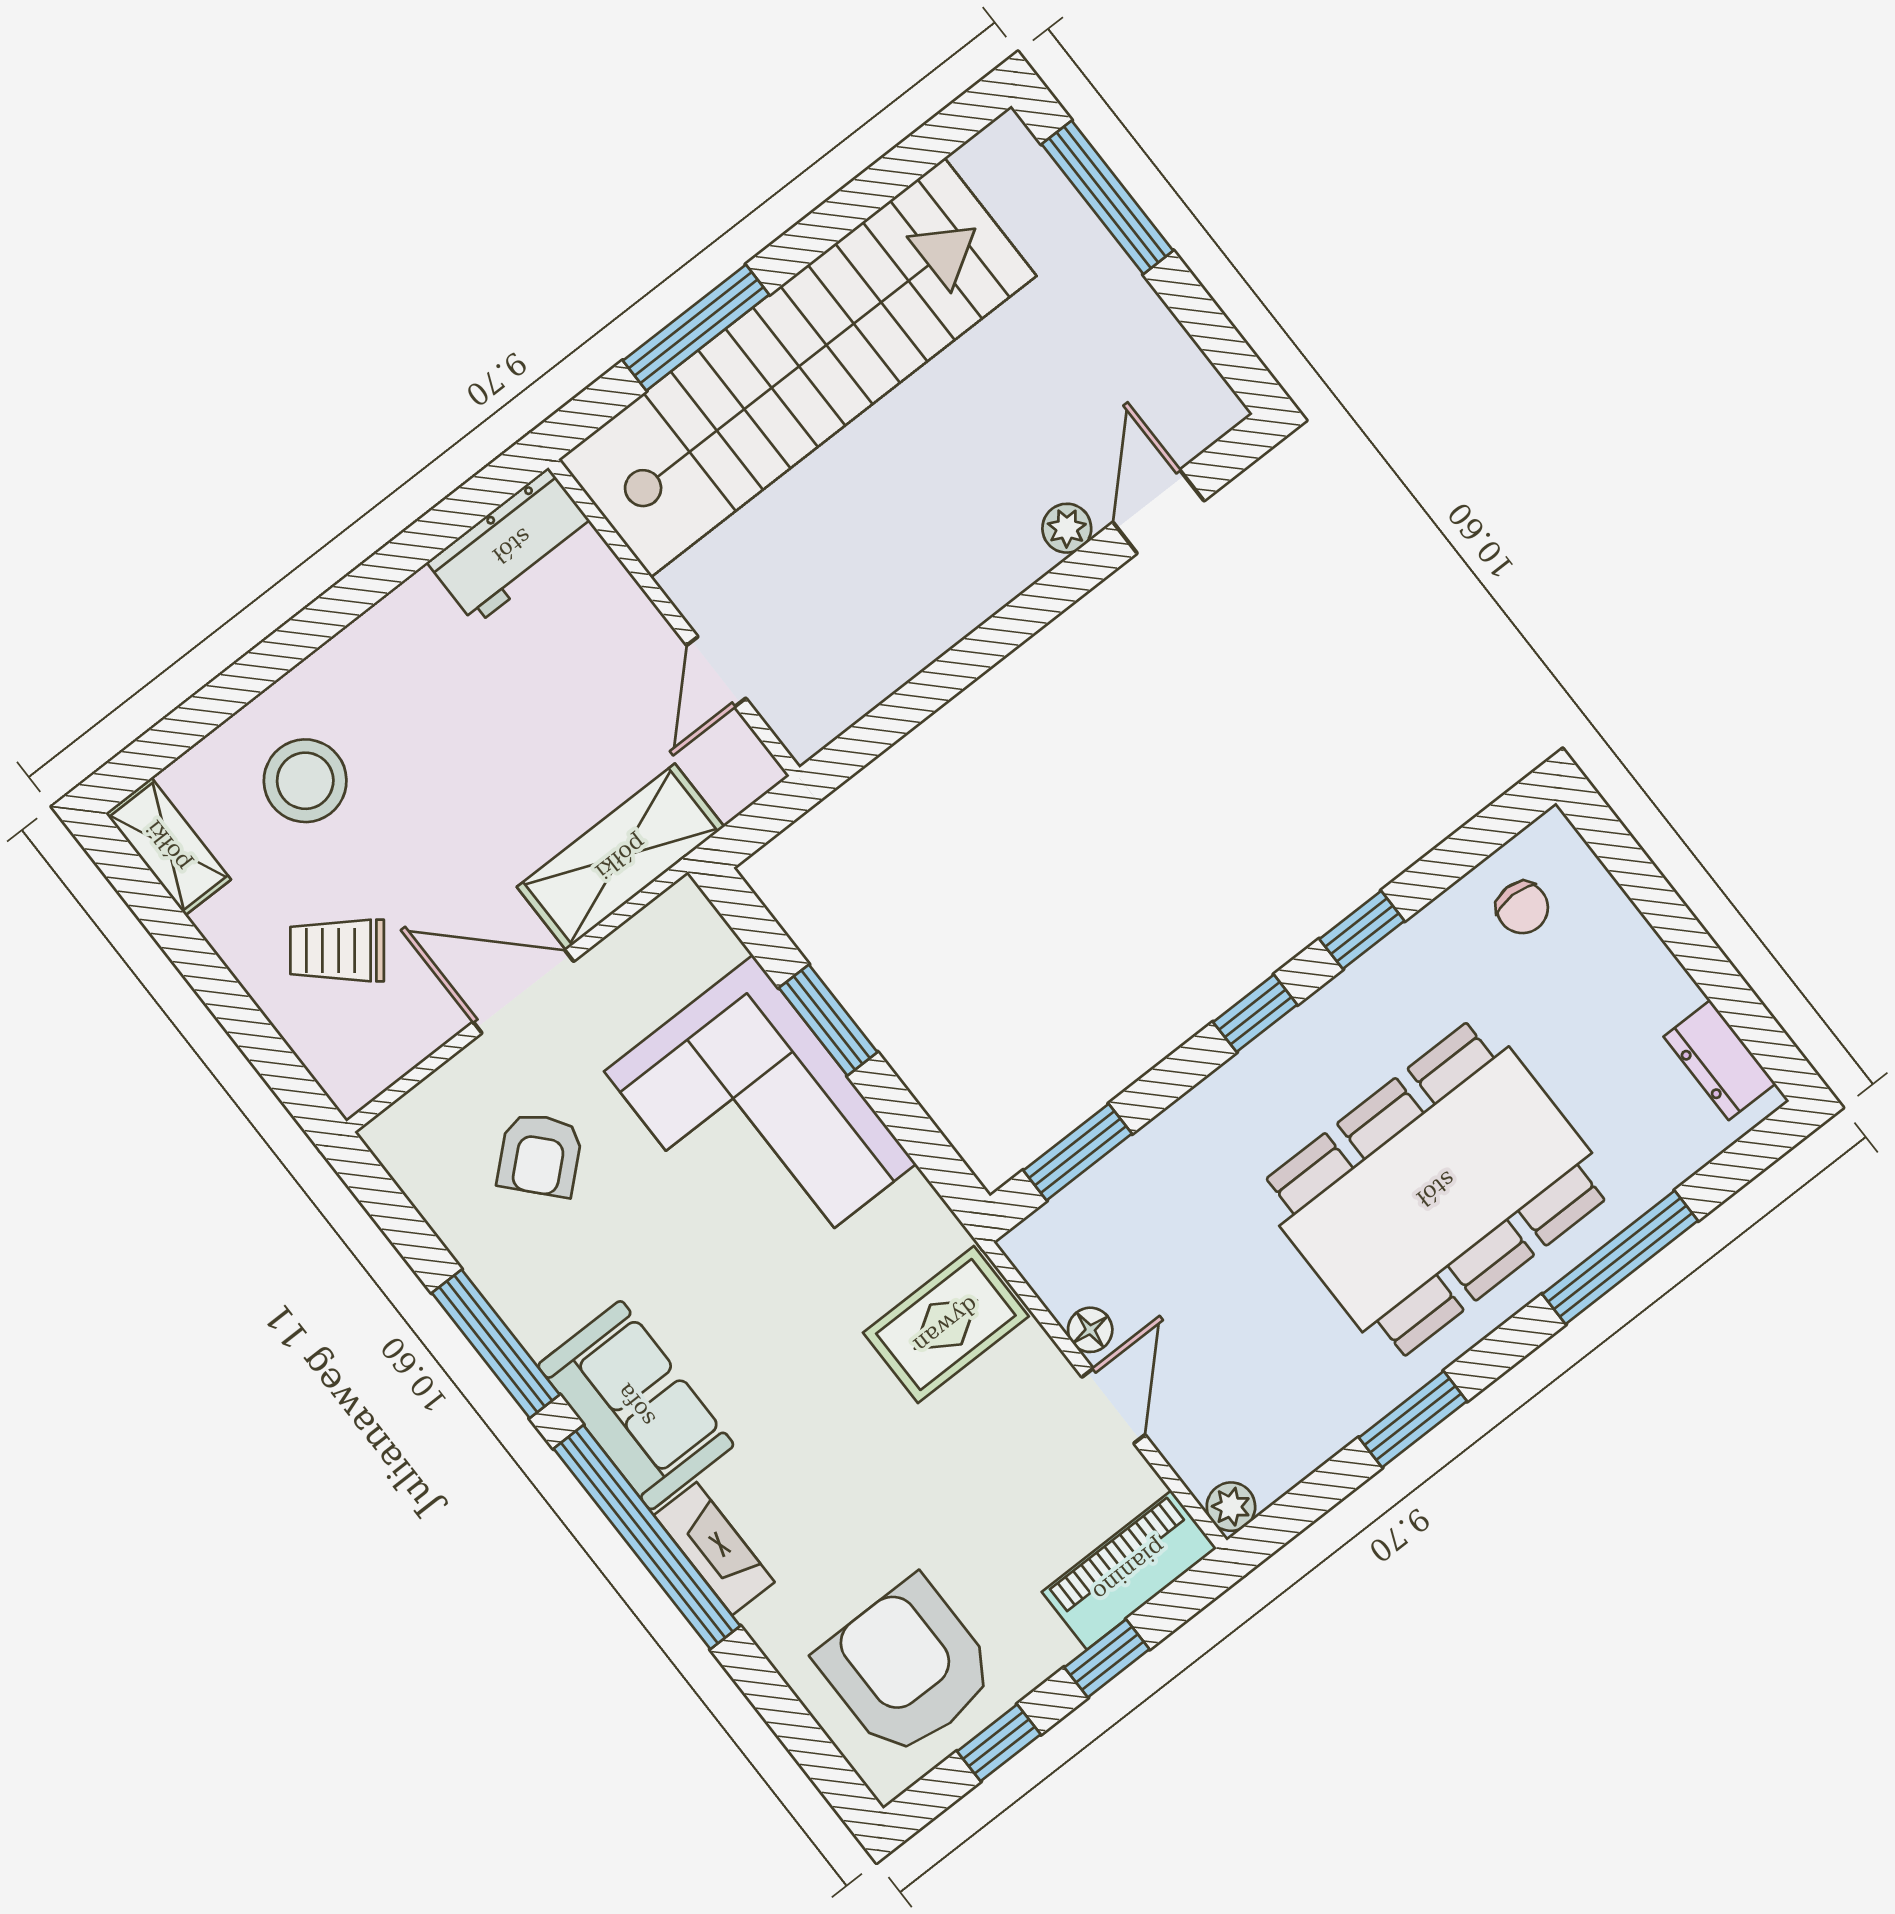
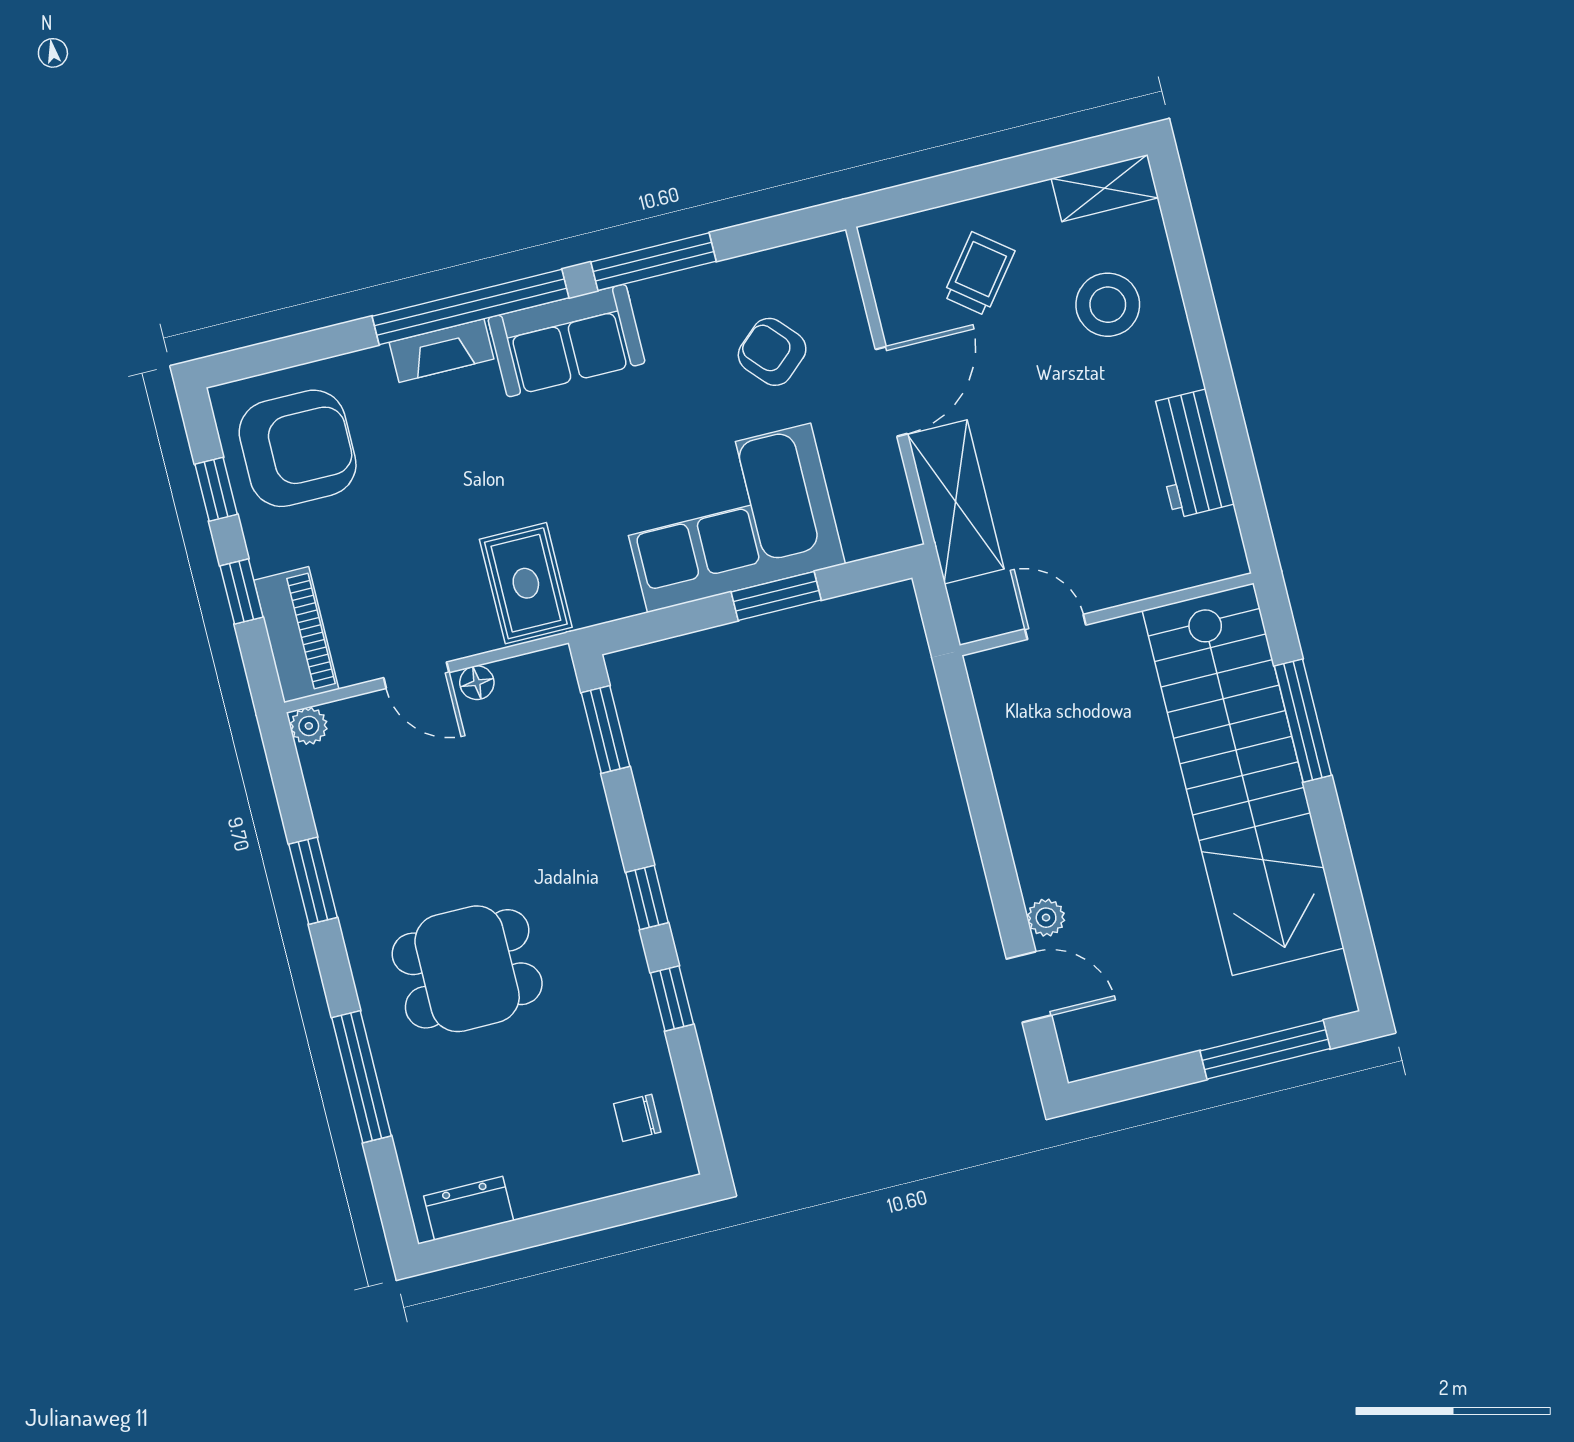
workbench: (512, 546) -> (1190, 454), moved
dining table: (1436, 1189) -> (467, 969), width x0.53, depth x0.80

